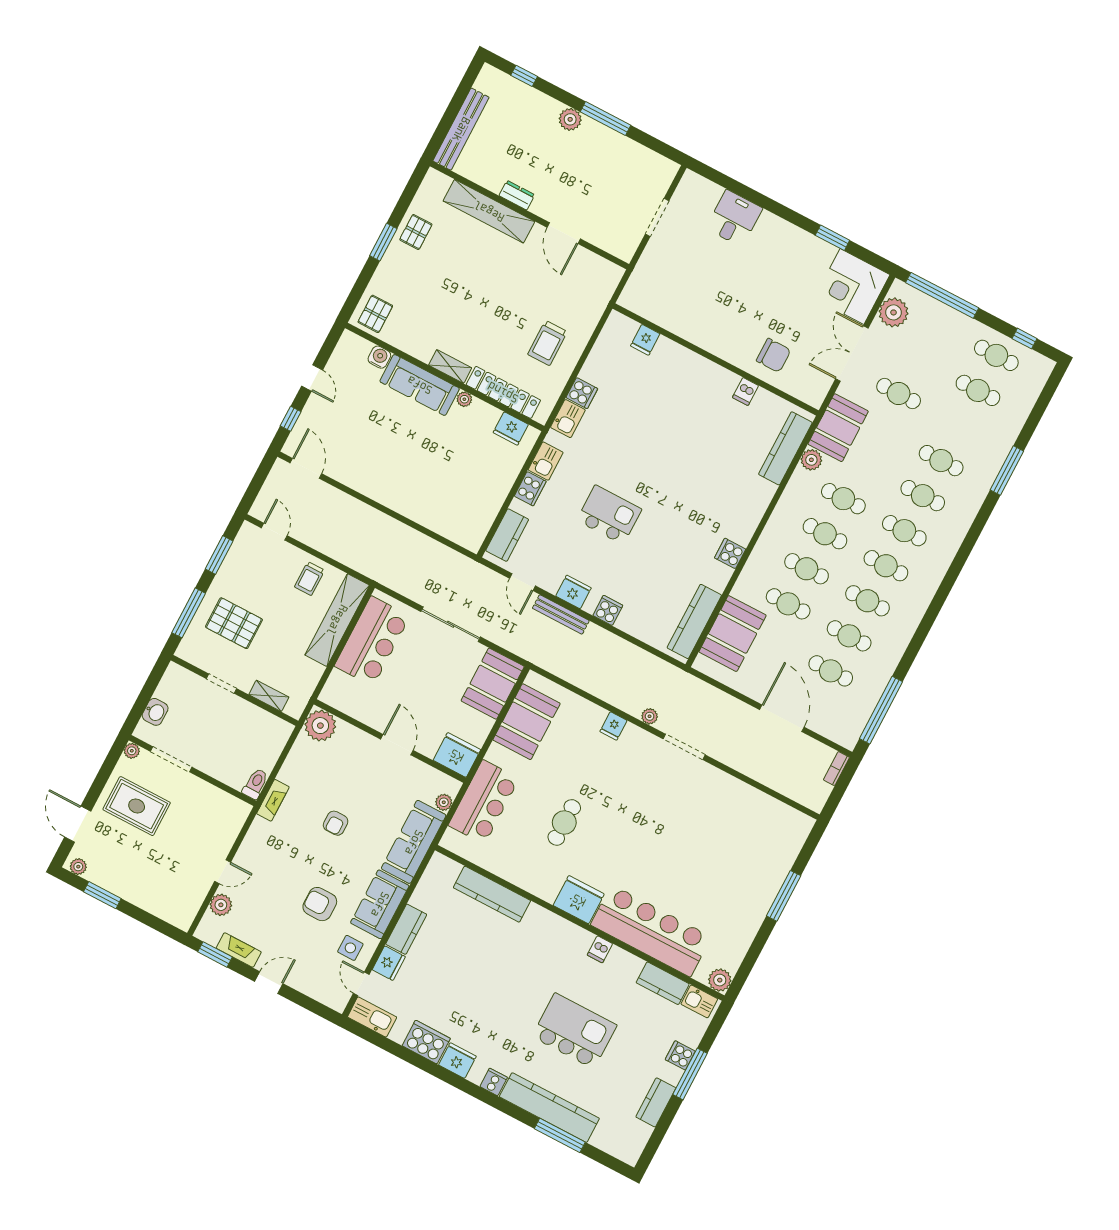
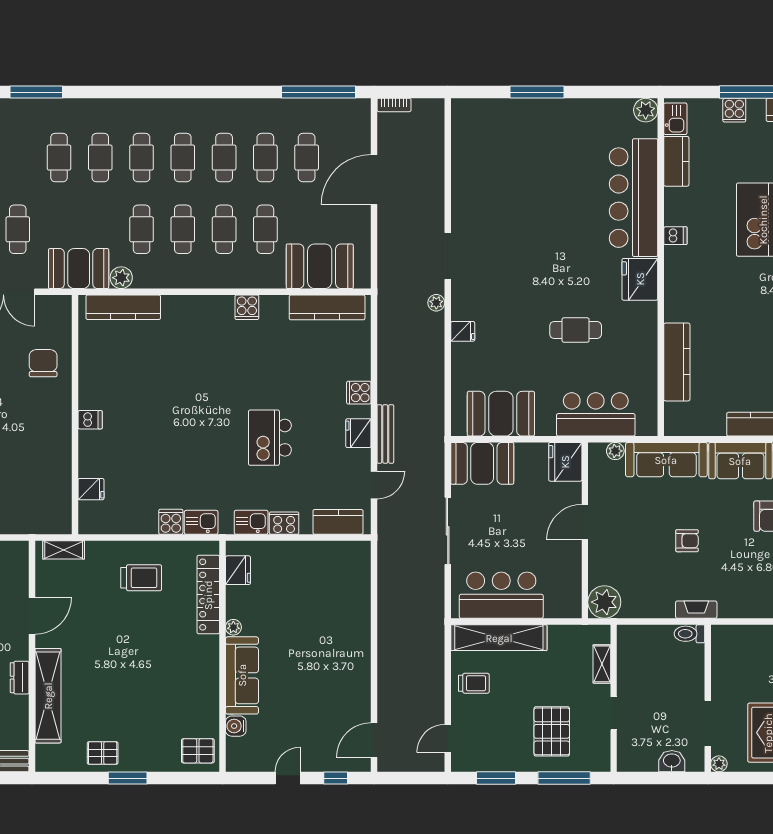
shelving: (450, 366) -> (64, 550), moved, turned 90
dishwasher: (745, 391) -> (90, 420), moved

